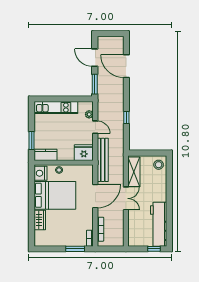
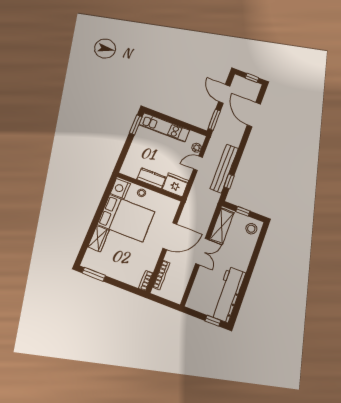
window: (113, 34) -> (252, 78), added
window: (126, 117) -> (229, 181), moved
door: (95, 127) -> (198, 163), swing flipped
window: (32, 140) -> (136, 125), moved
window: (147, 153) -> (243, 211), added
kitchen counter: (46, 155) -> (151, 178), moved
bench: (103, 160) -> (224, 169), moved
window: (75, 249) -> (94, 274), moved

